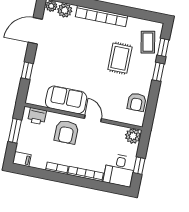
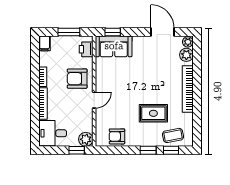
window: (27, 71) -> (113, 32), moved
sofa: (66, 100) -> (114, 46), moved, turned 90
window: (139, 166) -> (77, 150), moved

